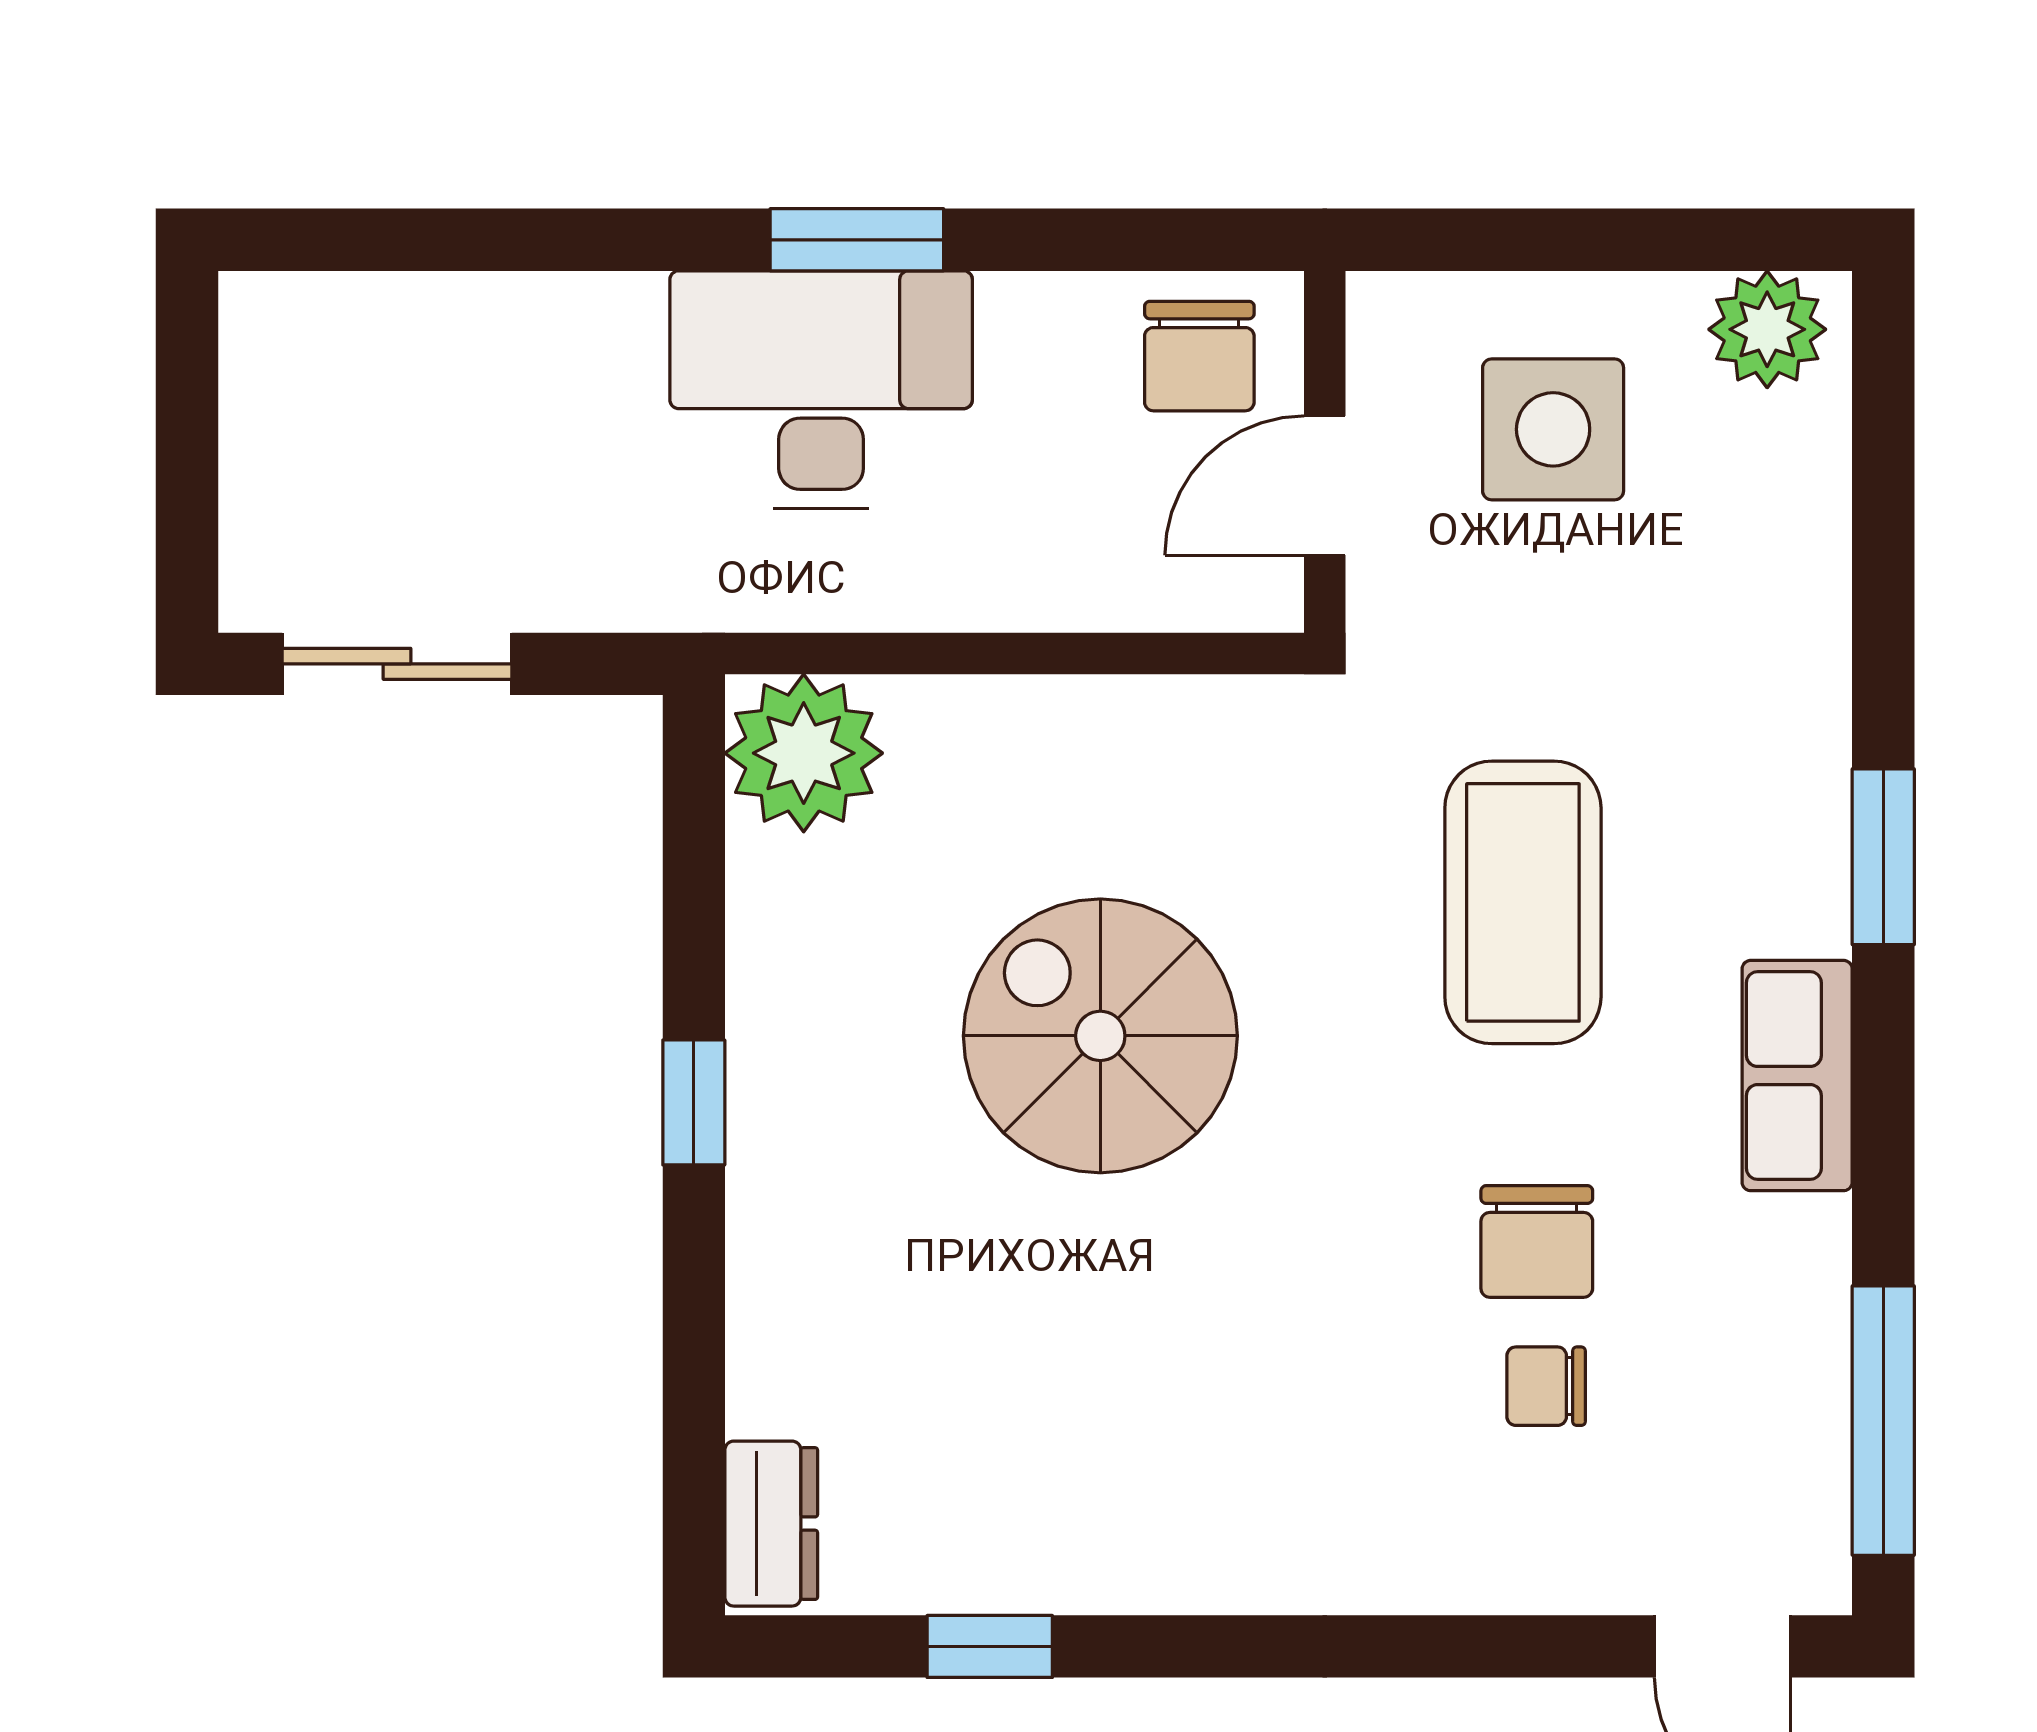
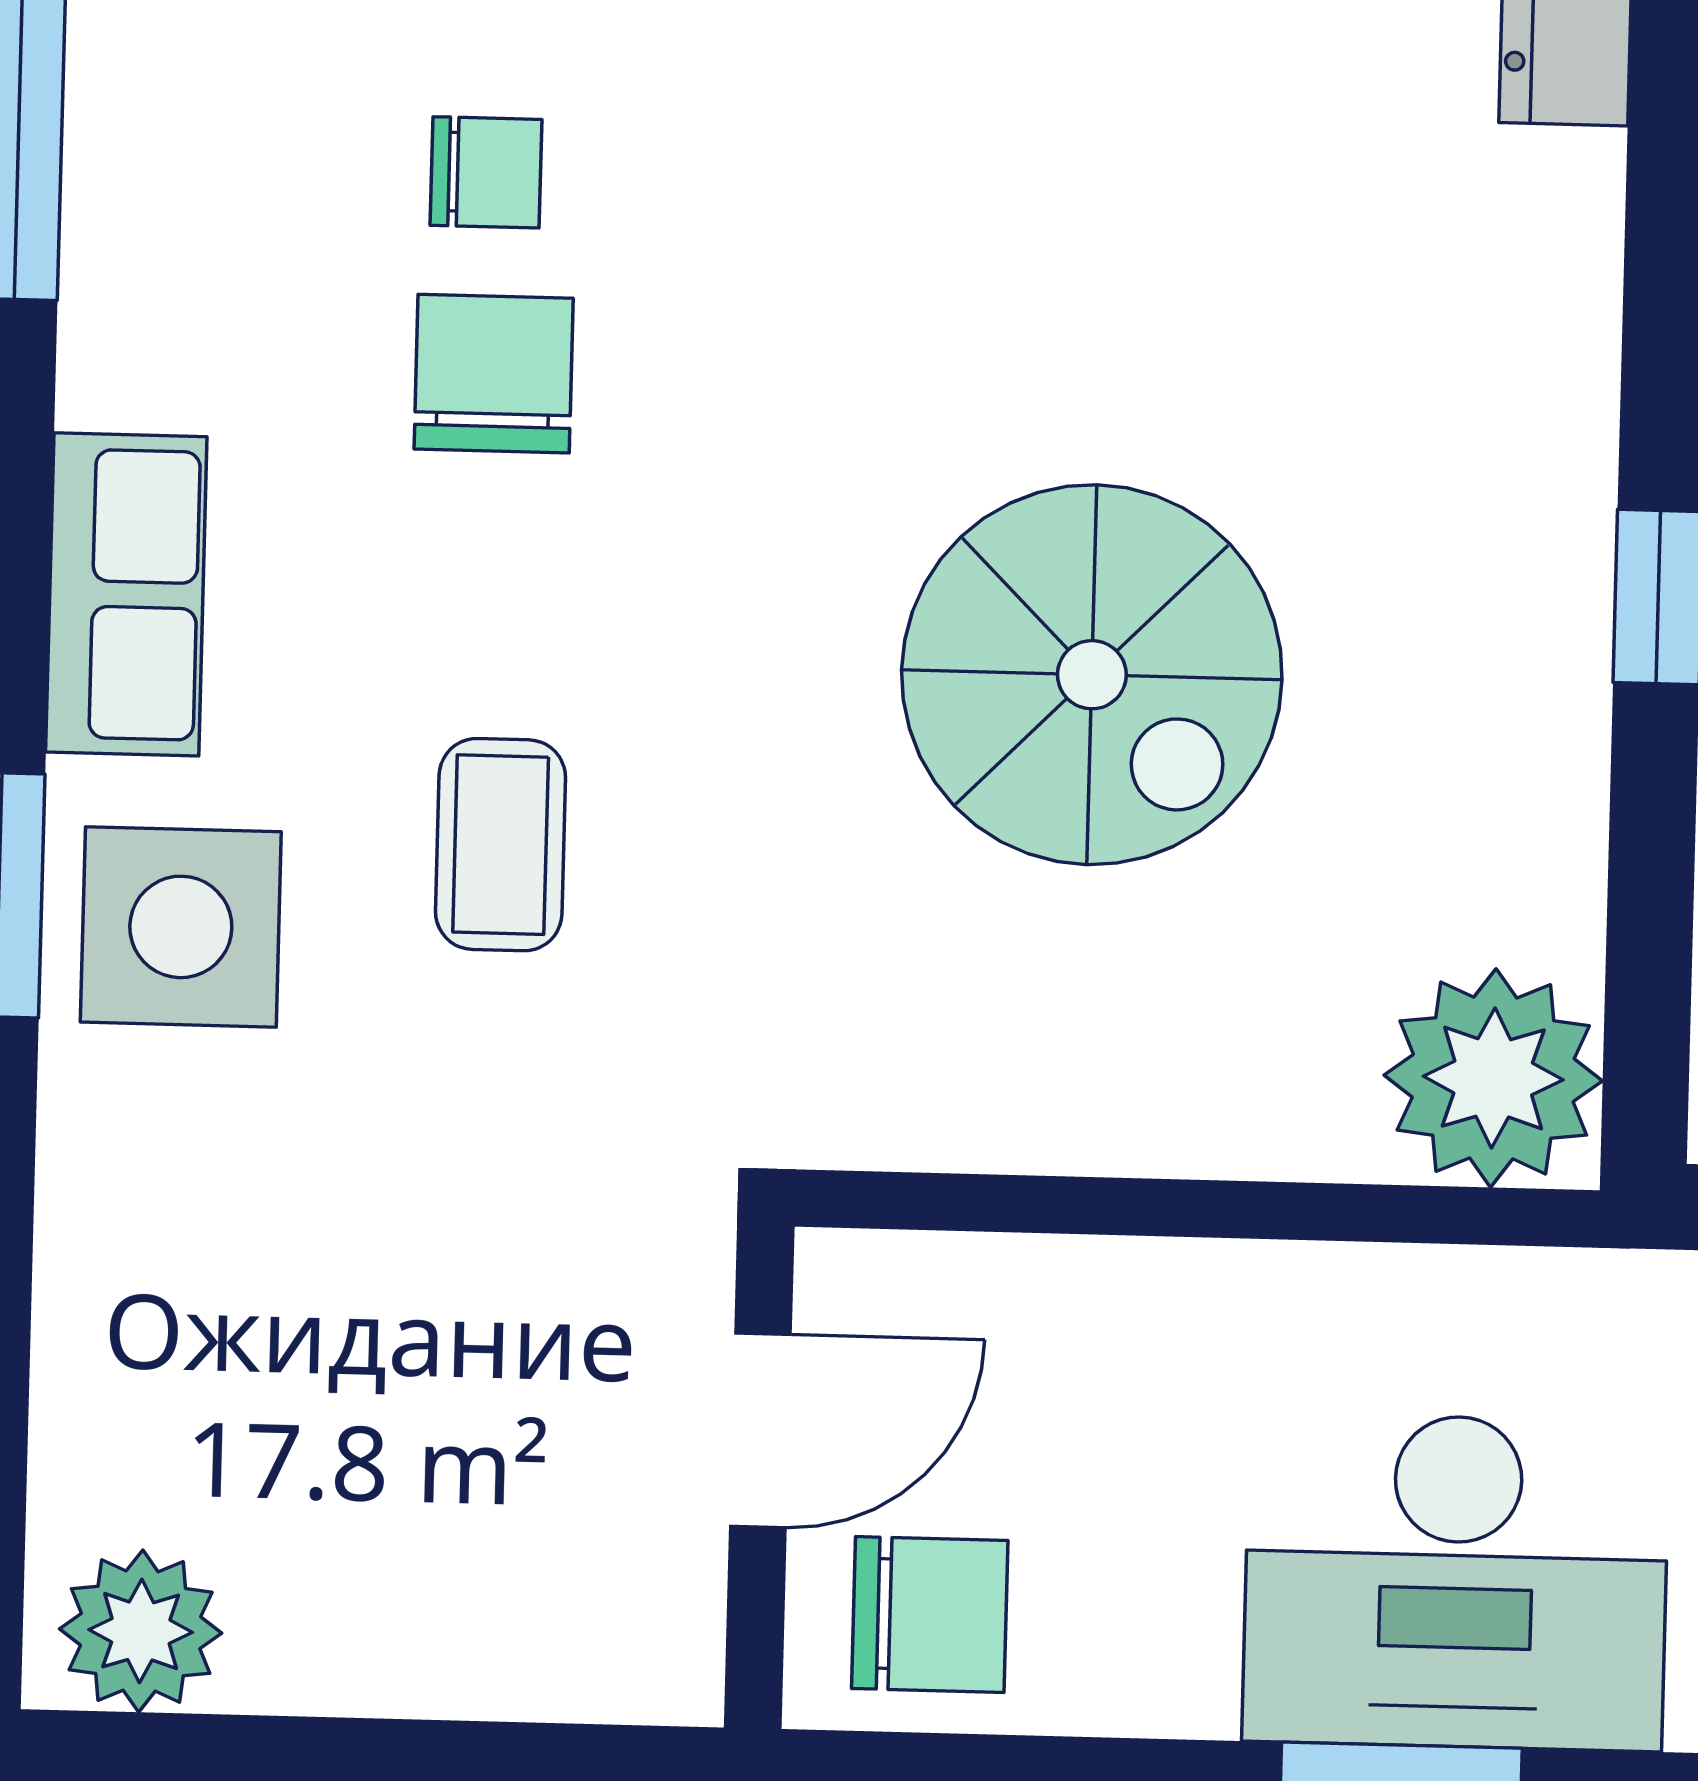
chair: (1199, 356) -> (930, 1615), turned 90
side table: (1553, 429) -> (181, 927), moved
coffee table: (1523, 902) -> (501, 845), width x0.54, depth x0.58

